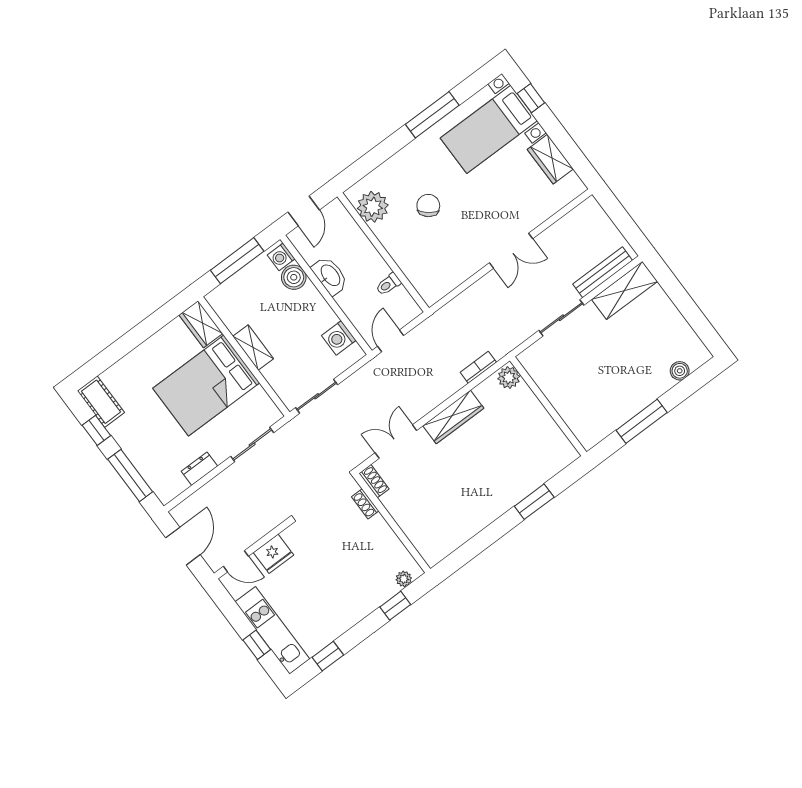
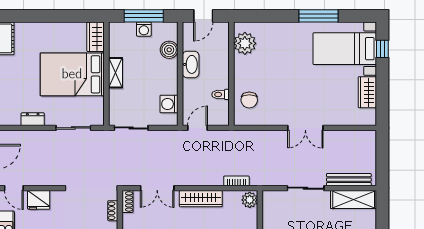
chair: (428, 206) -> (249, 100), moved, turned 141
washing machine: (281, 257) -> (144, 29), moved, turned -90
double door: (396, 442) -> (157, 188), swing flipped

